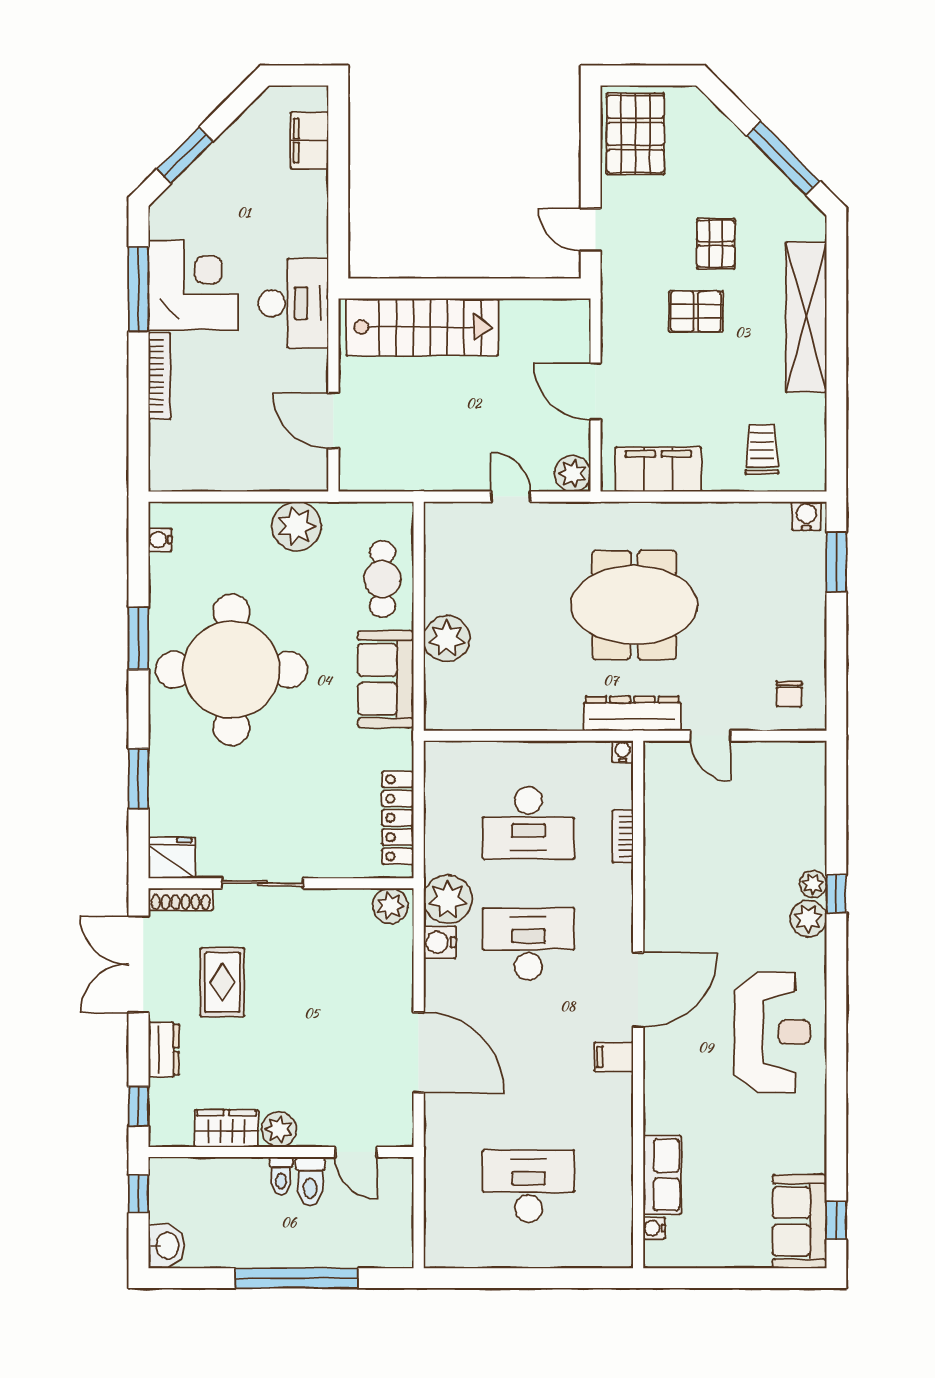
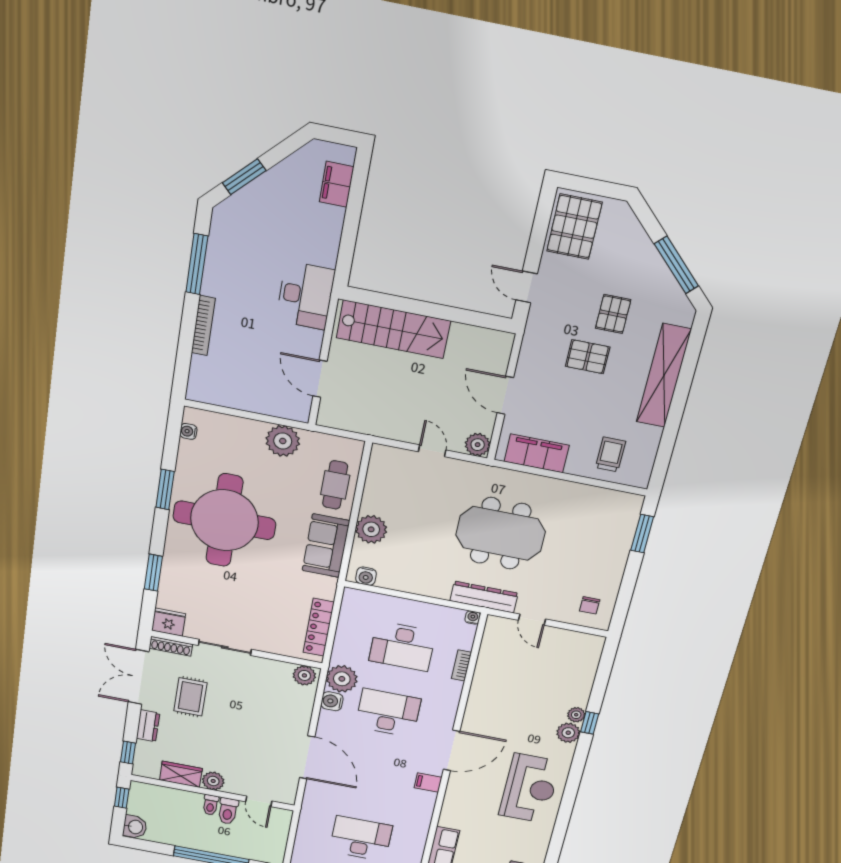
corner desk: (193, 285) -> (236, 269), removed
water cooler: (806, 516) -> (366, 576), moved, turned 180

